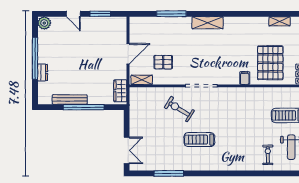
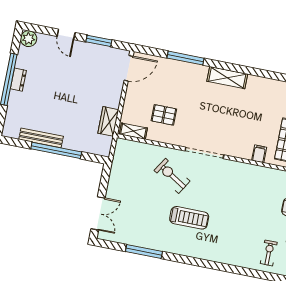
door: (128, 54) -> (129, 68), moved
dresser: (43, 73) -> (18, 80), moved
wardrobe: (120, 91) -> (108, 121), moved
treadmill: (199, 140) -> (189, 218), turned 180

